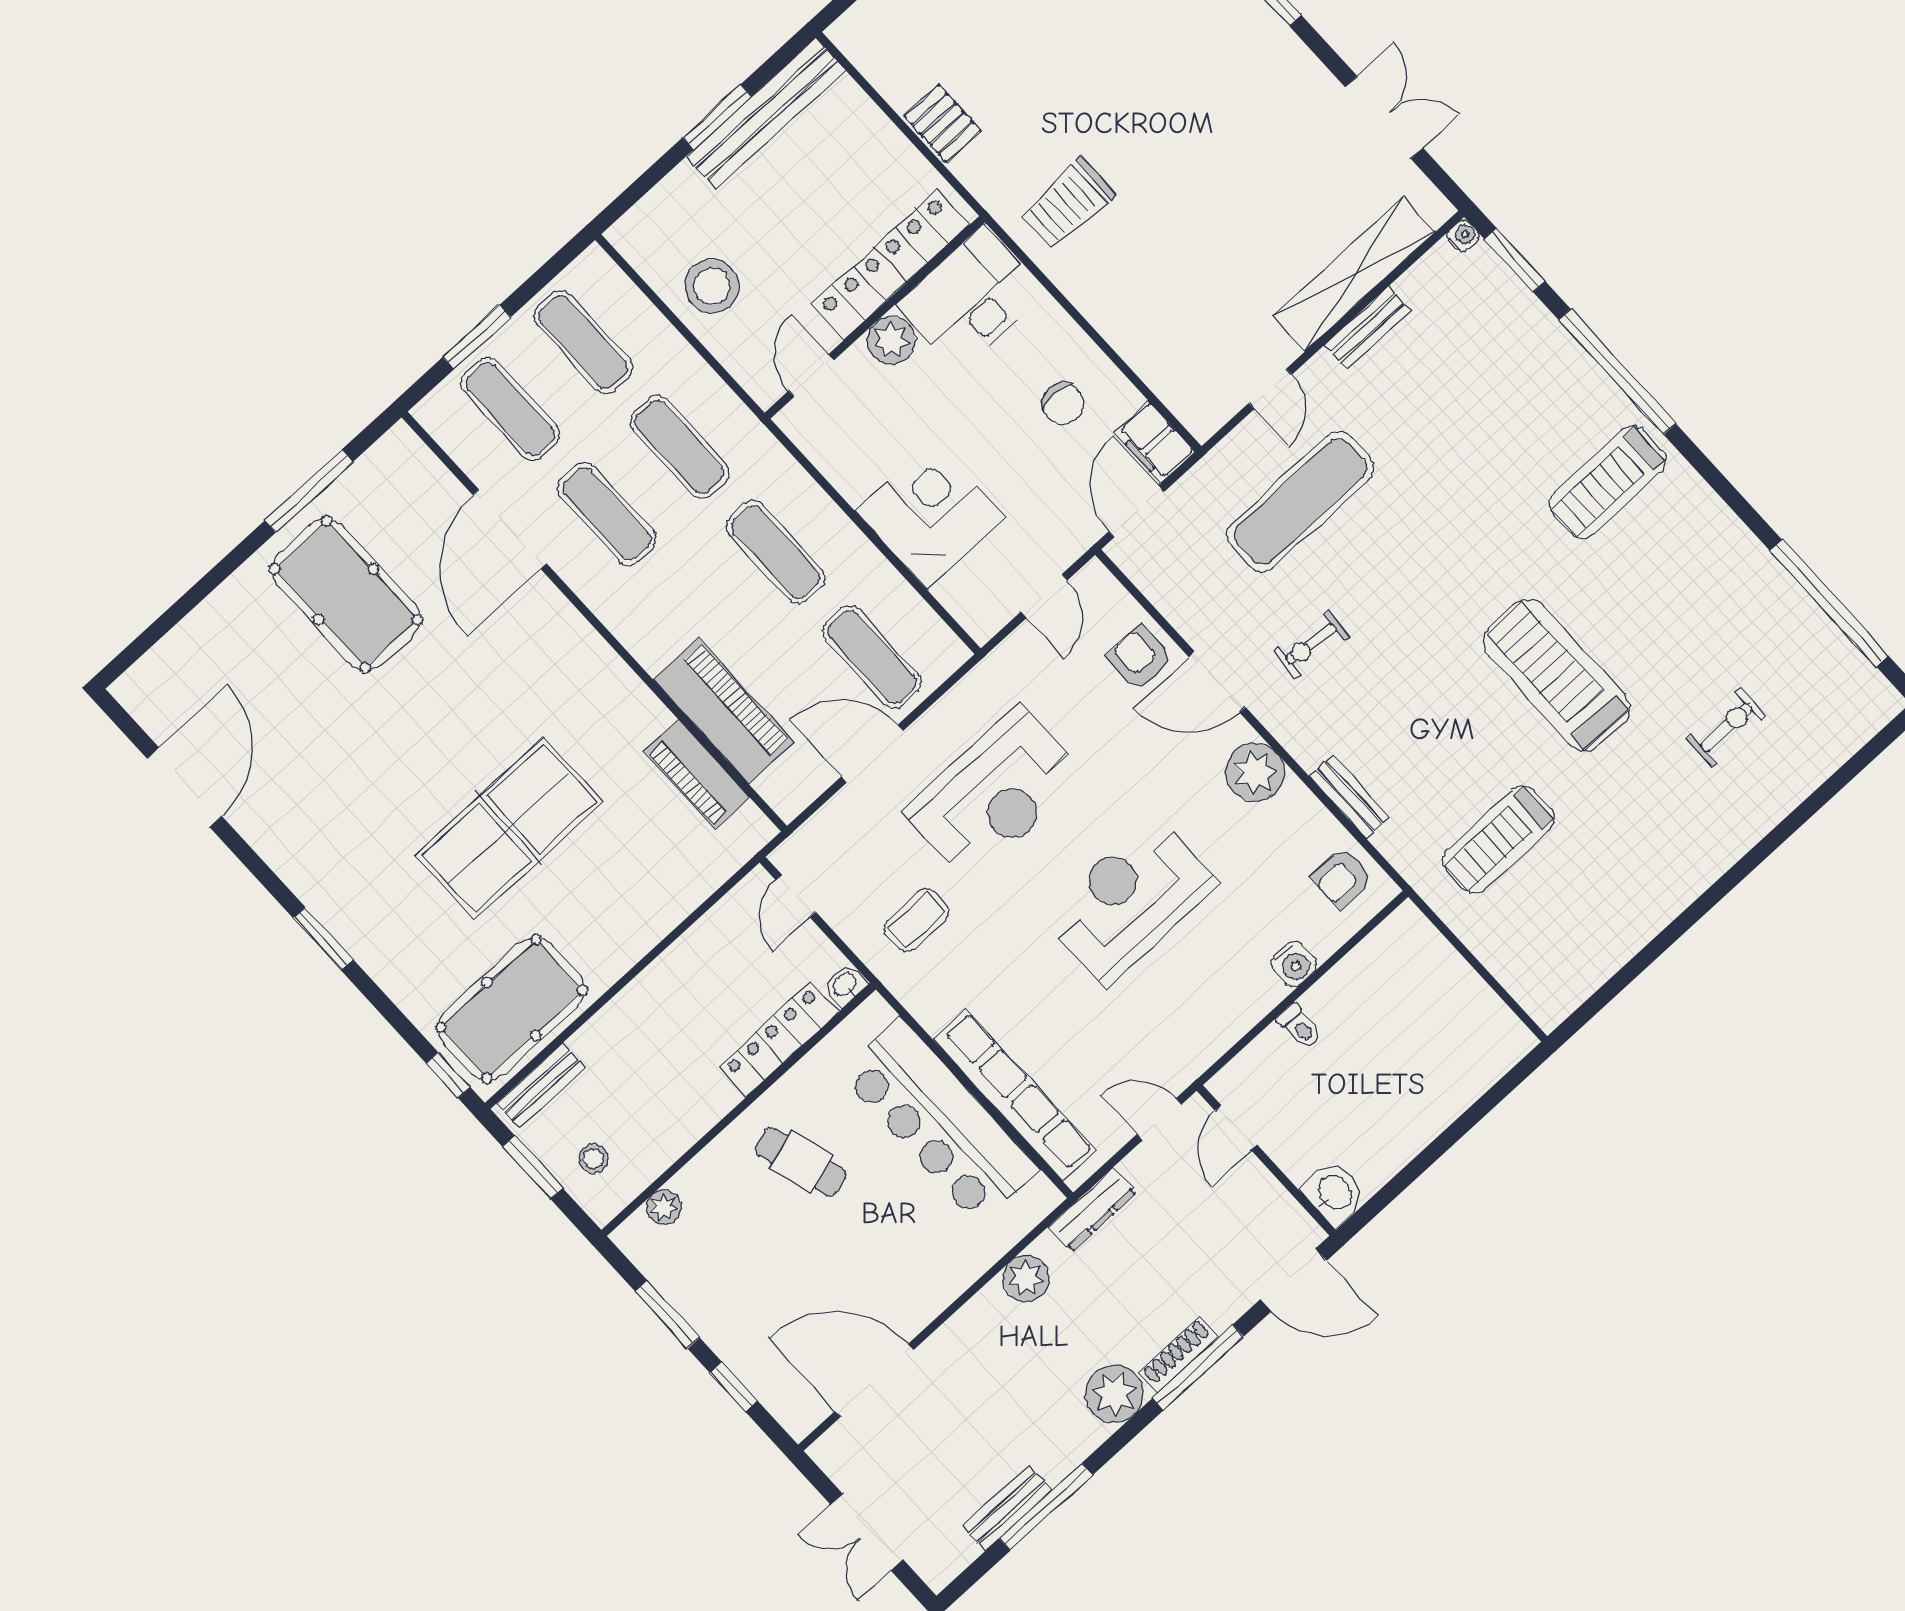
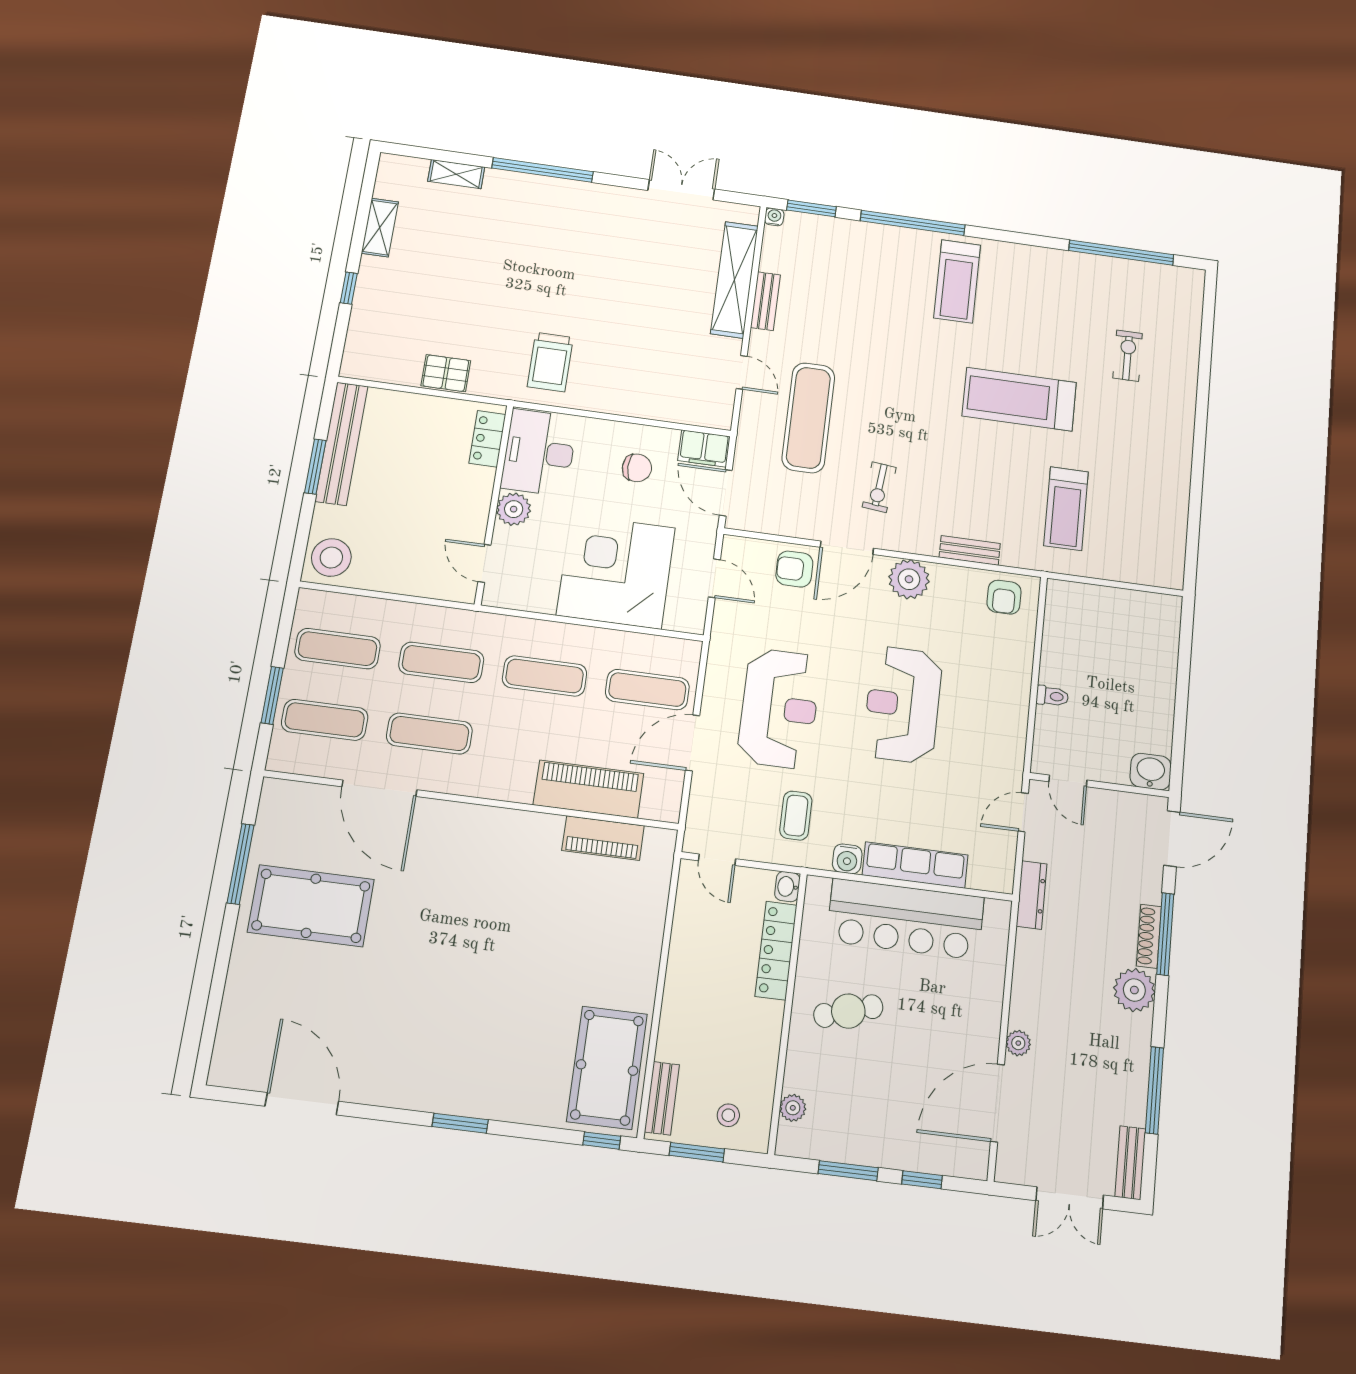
locker: (891, 265) -> (487, 439), width x0.46, depth x0.83
stool: (712, 286) -> (331, 558), moved
corner desk: (930, 514) -> (616, 571), width x1.36, depth x1.36
table tennis table: (509, 828) -> (519, 962), removed
water cooler: (1294, 964) -> (847, 859), moved, turned 90
row of seats: (1015, 1095) -> (915, 865), width x0.73
plant: (1026, 1278) -> (1018, 1043), moved, width x0.73, depth x0.73
bench: (1007, 1508) -> (1130, 1163), moved

